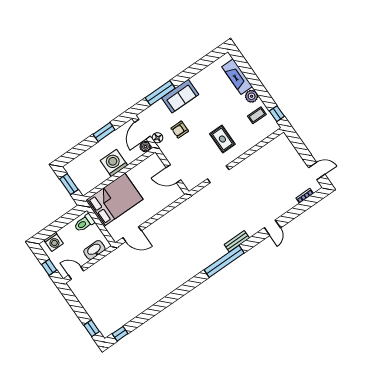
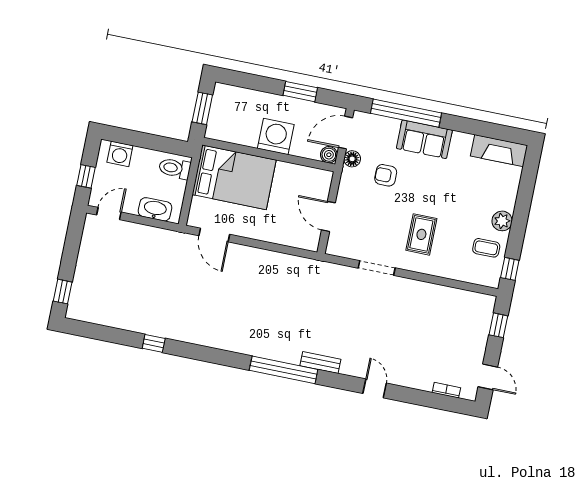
fireplace: (237, 77) -> (499, 151), moved, turned -90
window: (160, 93) -> (406, 113), width x1.46
window: (298, 144) -> (498, 325), added
door: (272, 228) -> (375, 388), swing flipped
door: (76, 273) -> (109, 214), hinge flipped
window: (120, 334) -> (154, 343), moved

